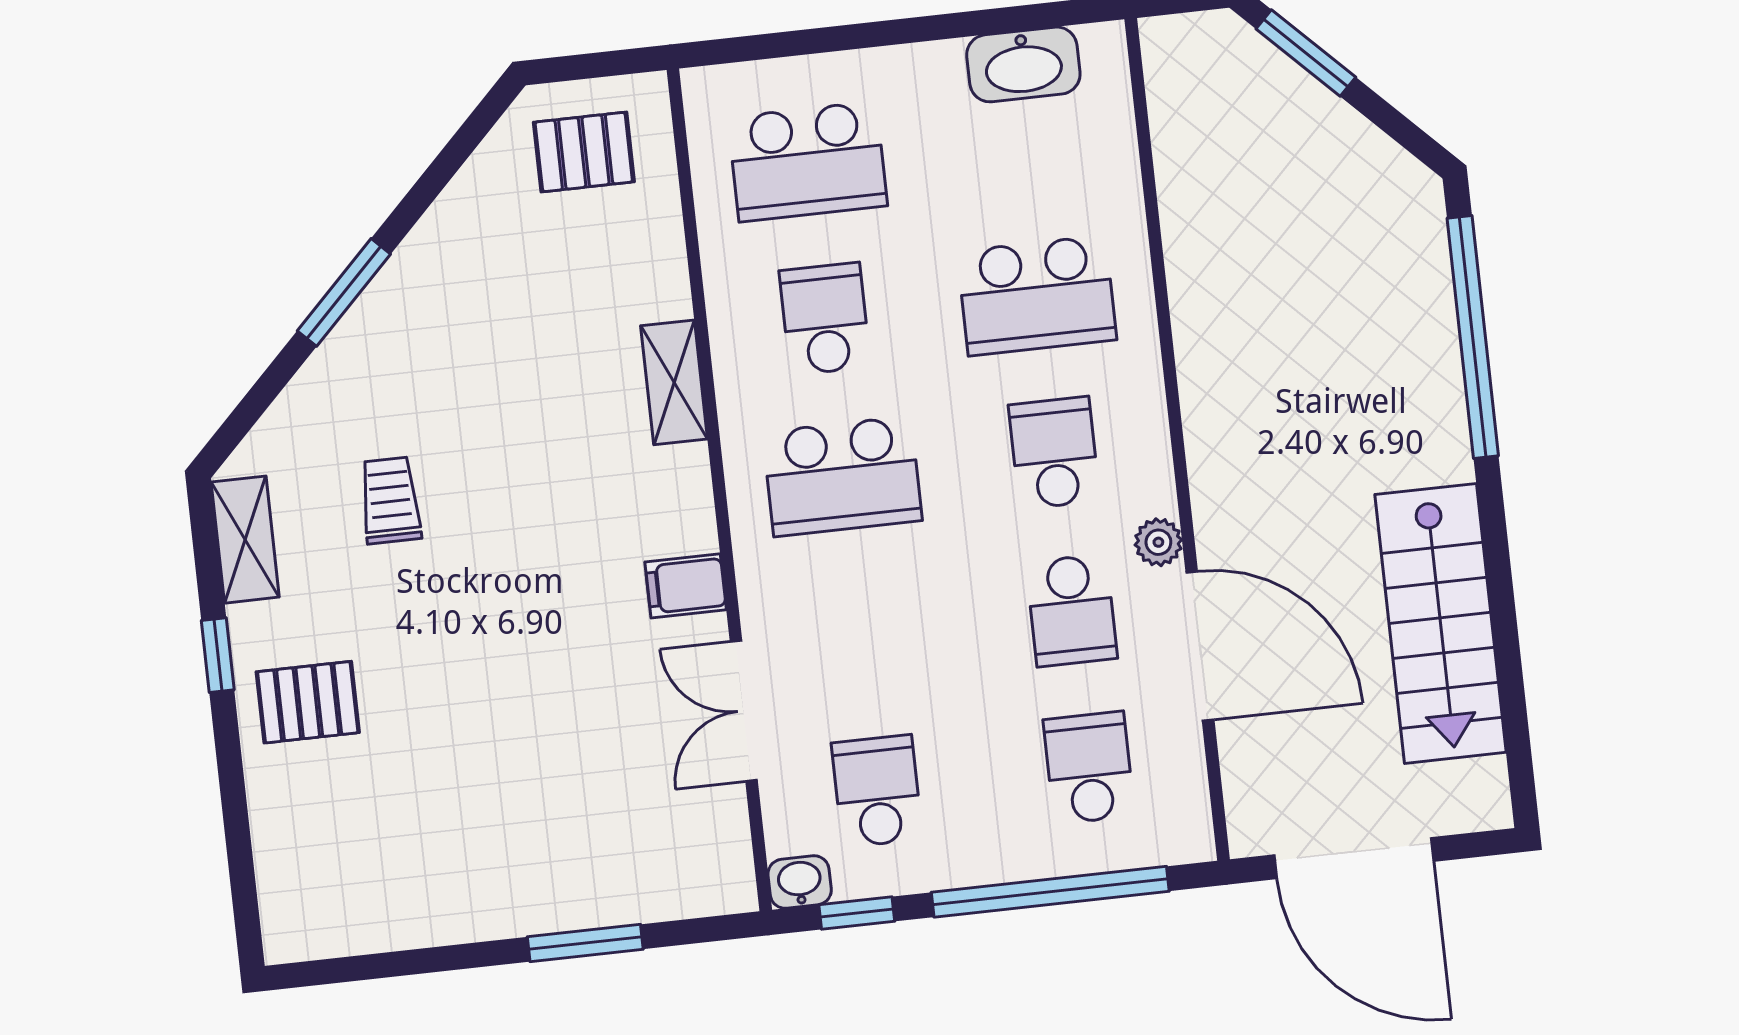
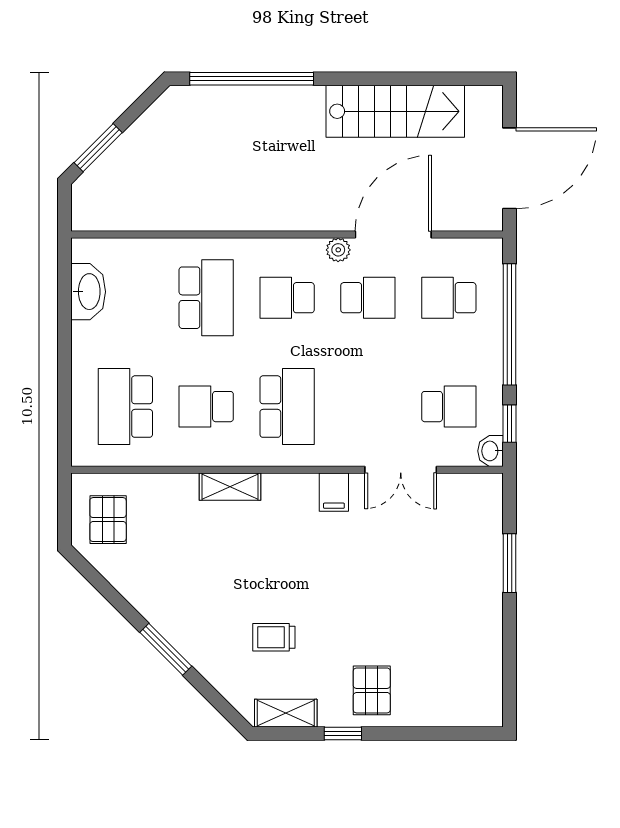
school desk: (808, 161) -> (125, 407), turned 180
school desk: (877, 791) -> (449, 407), turned 180

